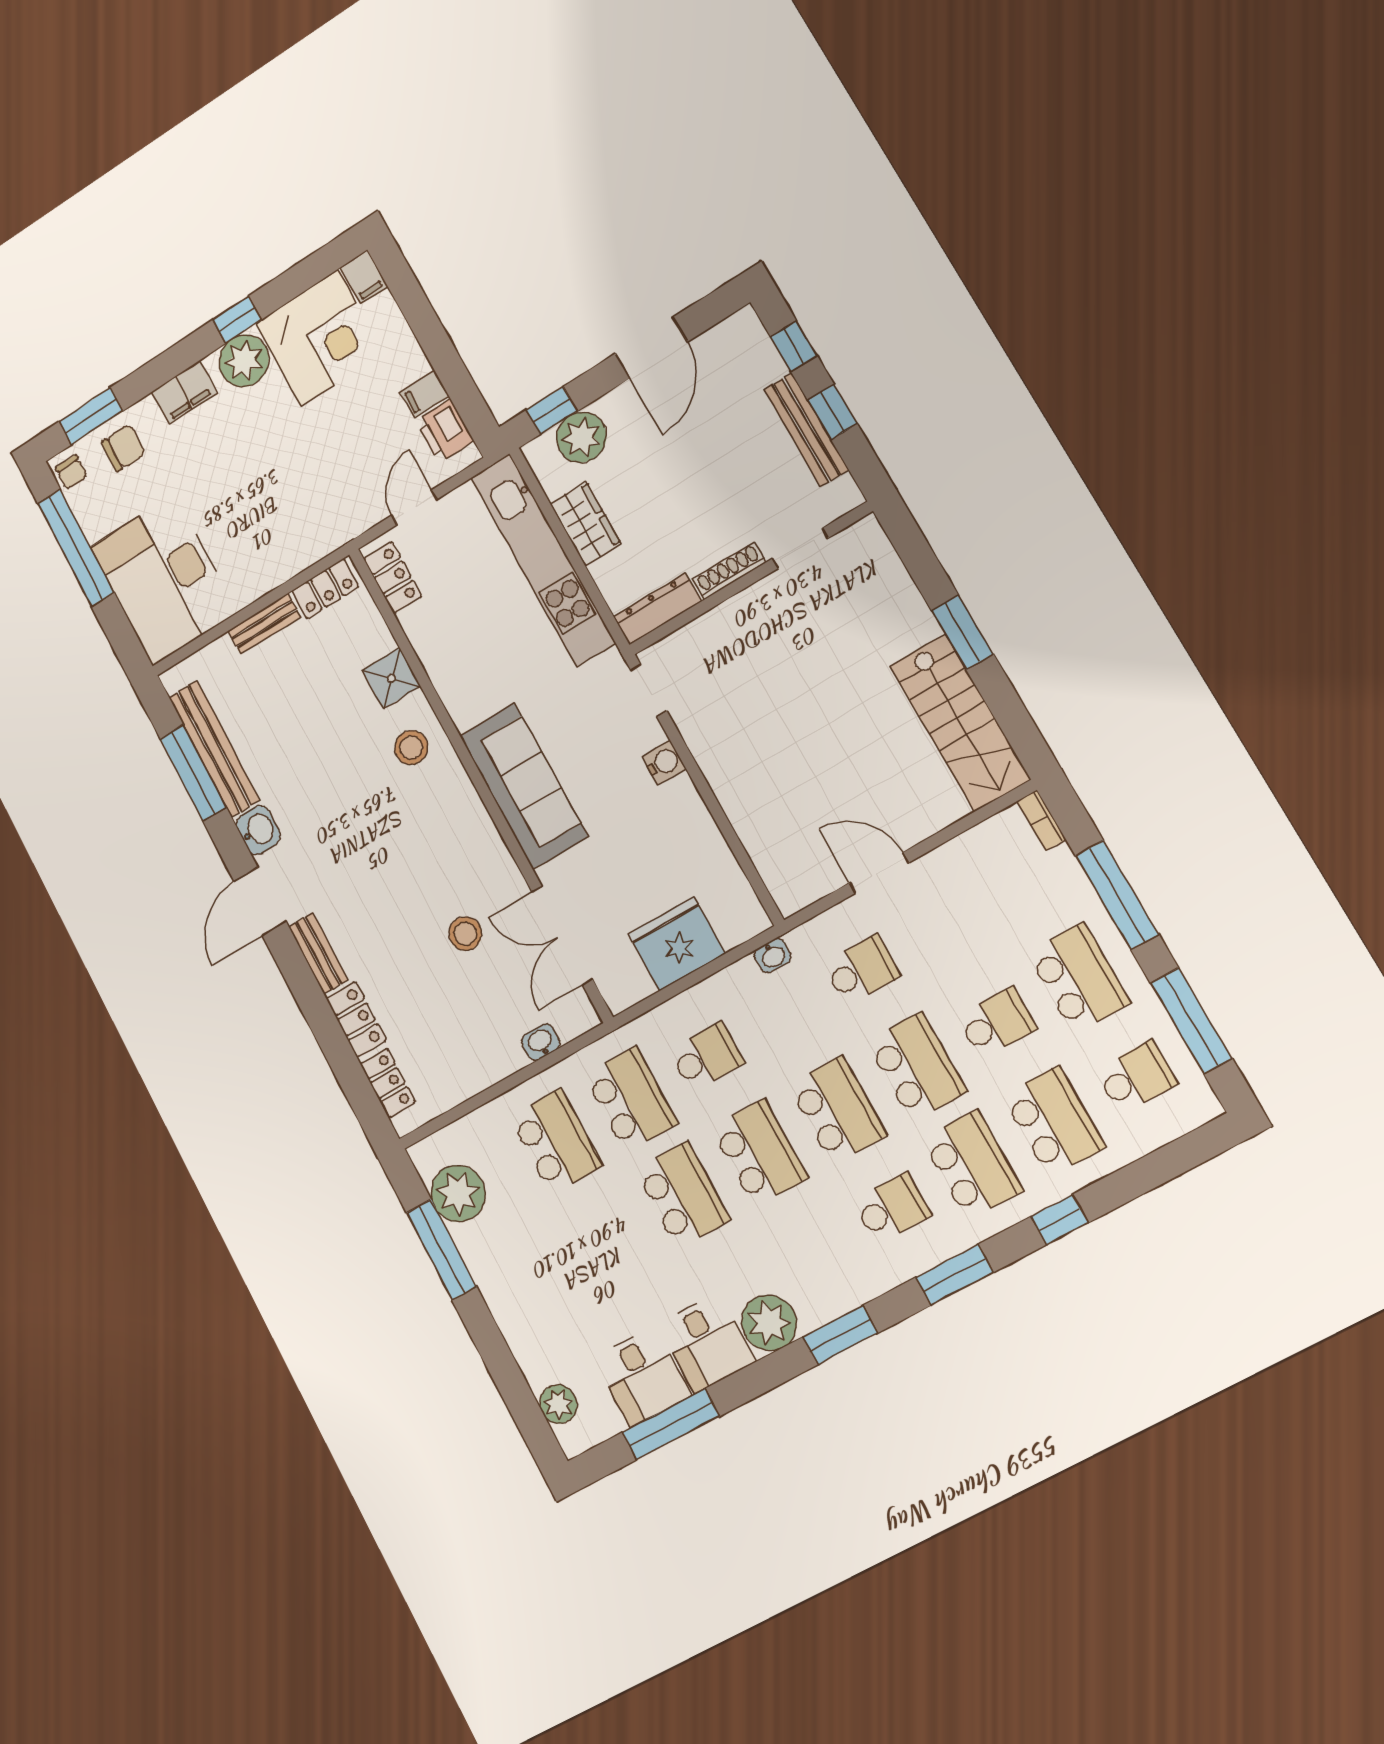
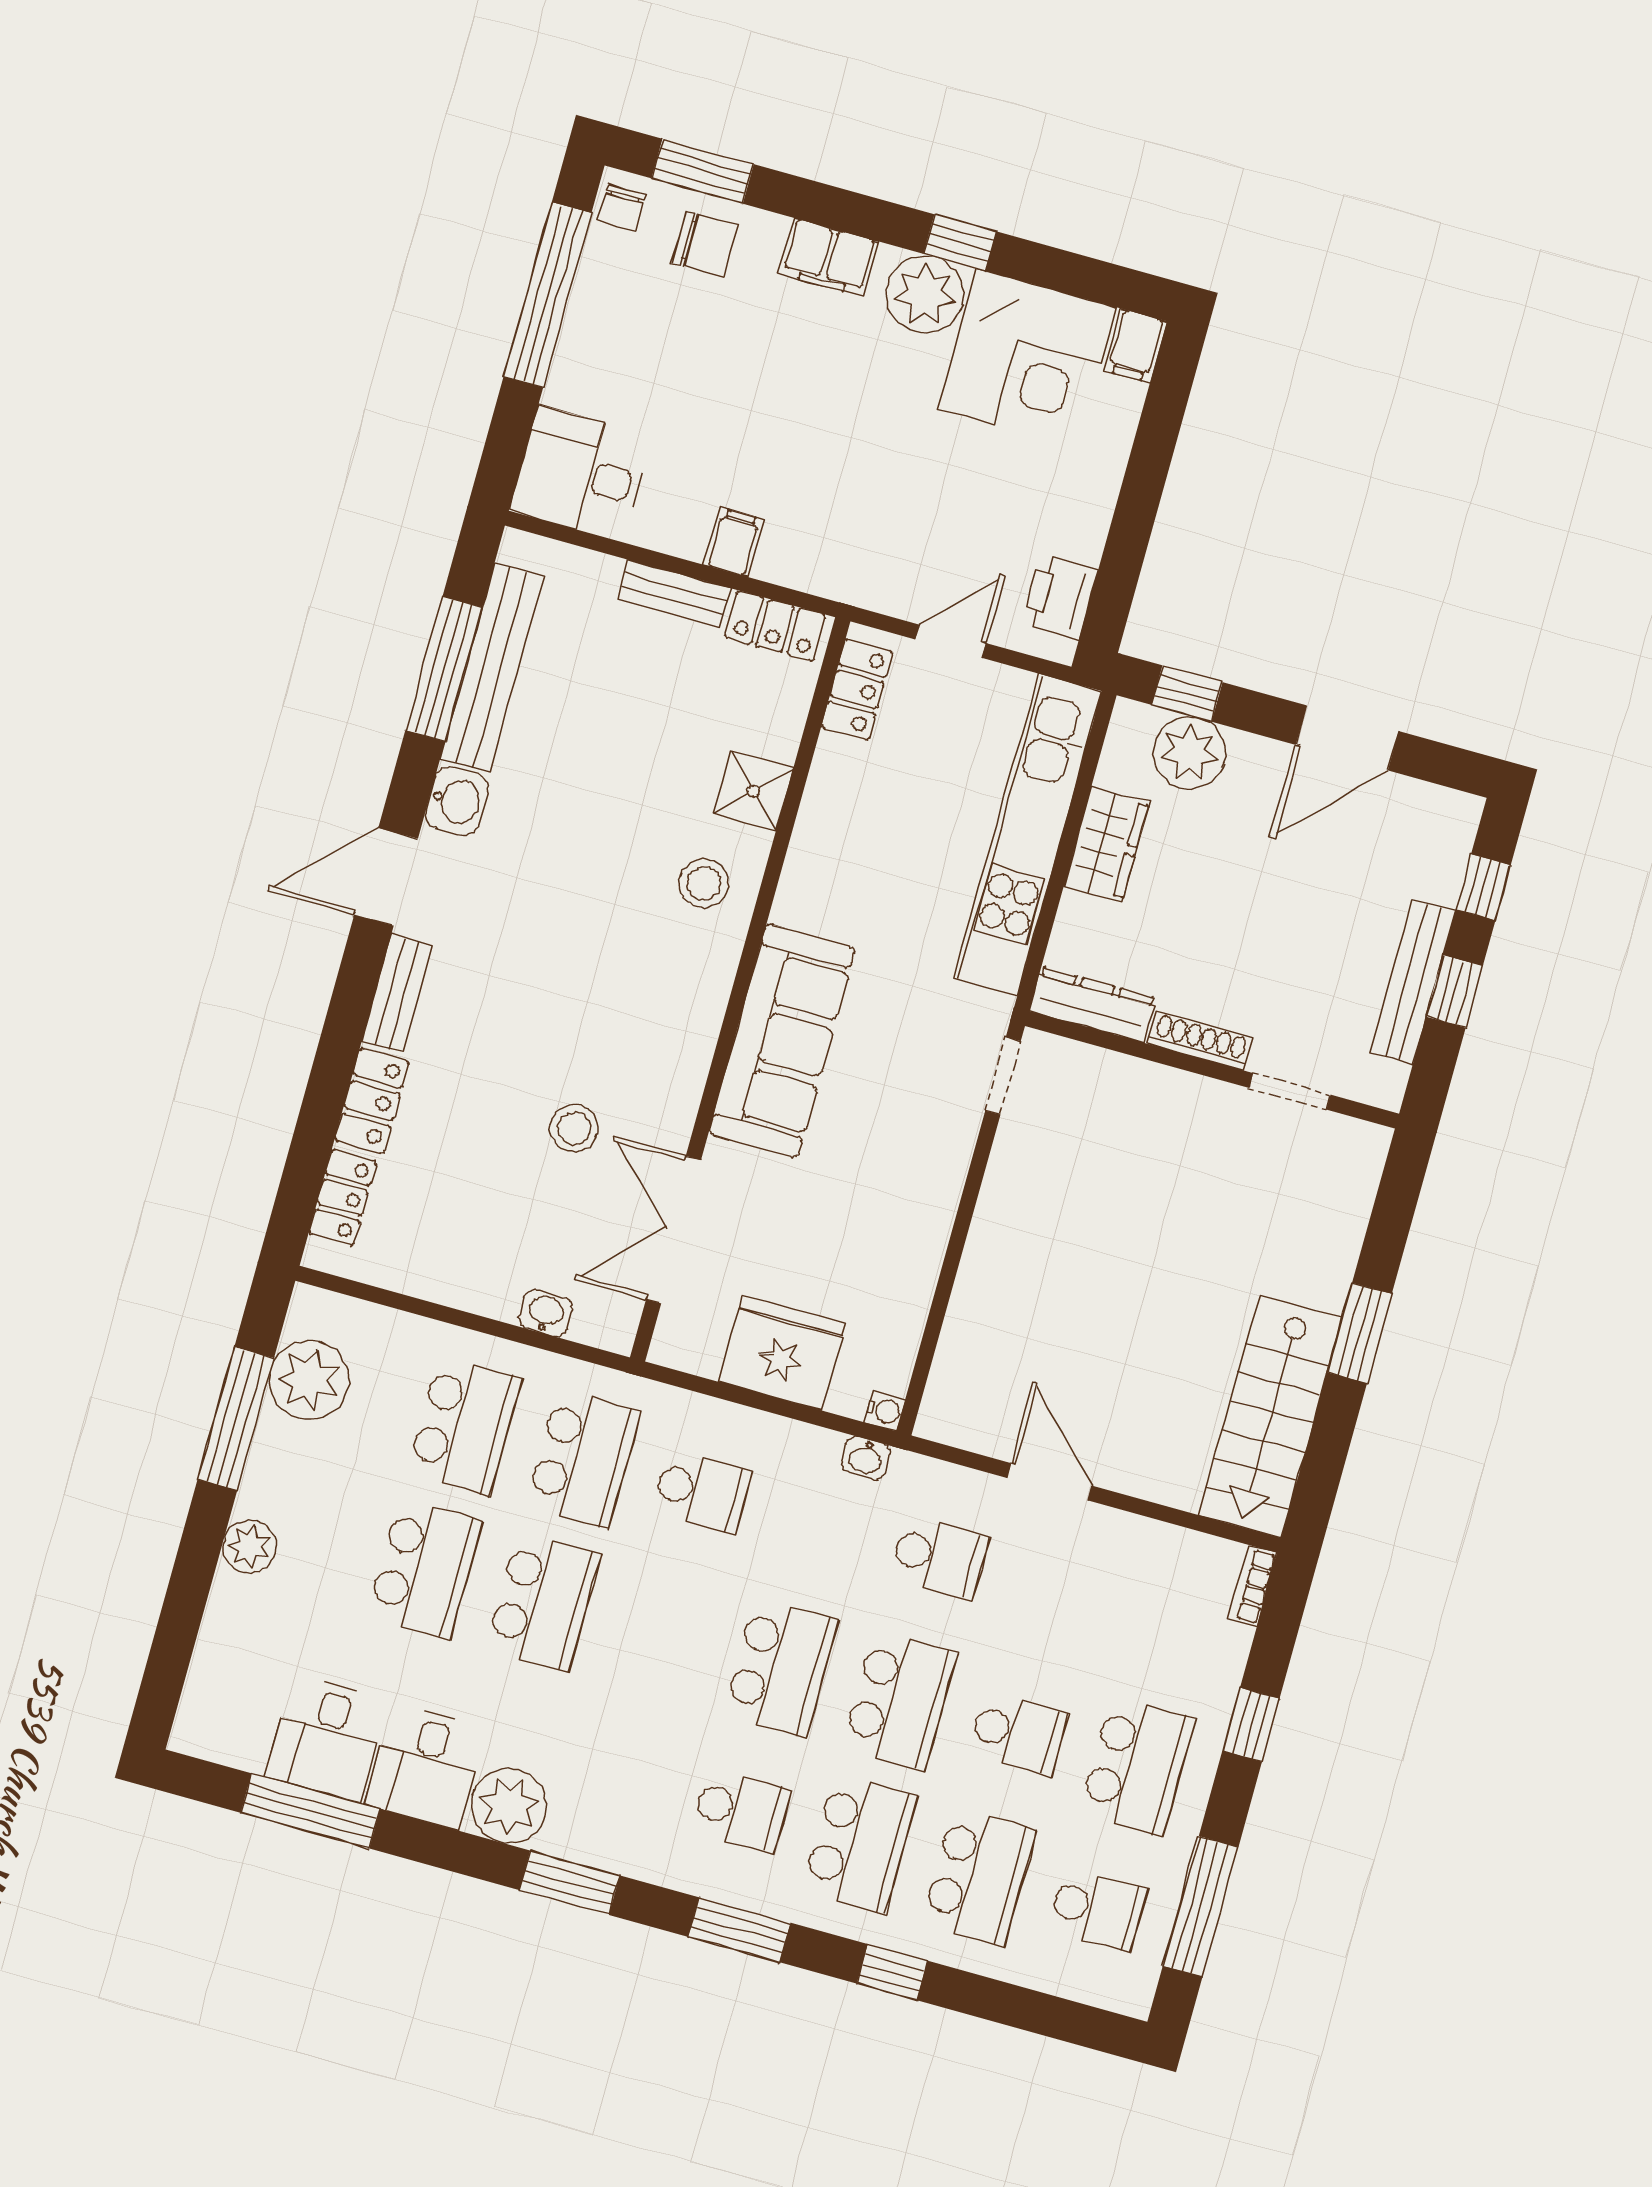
filing cabinet: (424, 394) -> (734, 542), moved, turned 90
desk: (164, 580) -> (581, 474), width x0.53, depth x0.77
water cooler: (664, 762) -> (885, 1411), moved, width x0.72, depth x0.72
window: (1117, 895) -> (1251, 1725), width x0.46
school desk: (759, 1153) -> (424, 1569), moved
plant: (558, 1404) -> (249, 1546), moved

